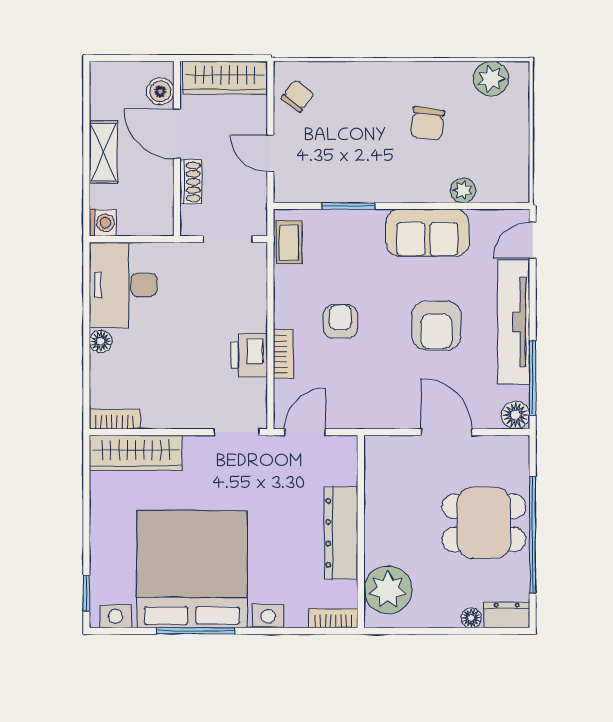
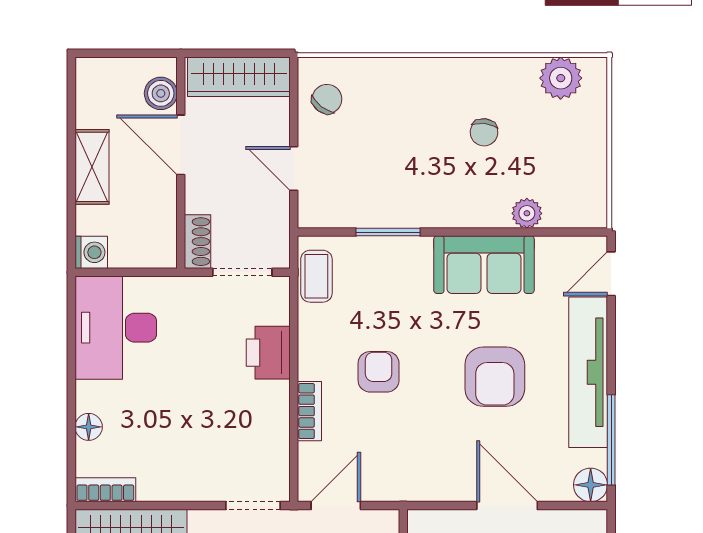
chair: (427, 124) -> (484, 132), width x0.73, depth x0.73
shoe rack: (191, 182) -> (198, 242), moved
floor lamp: (101, 341) -> (89, 427), moved
printer: (249, 355) -> (268, 353), moved

